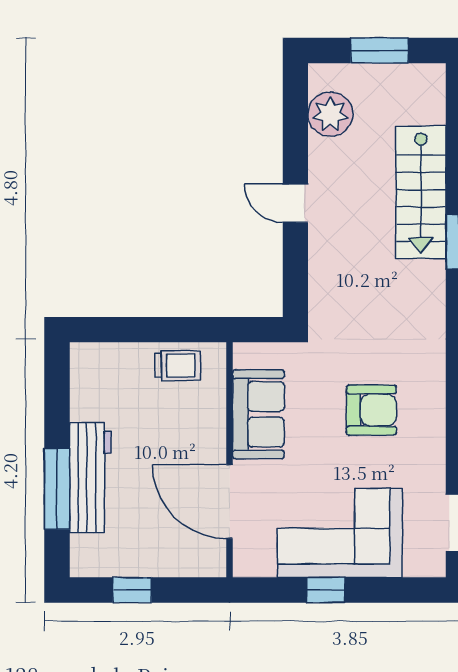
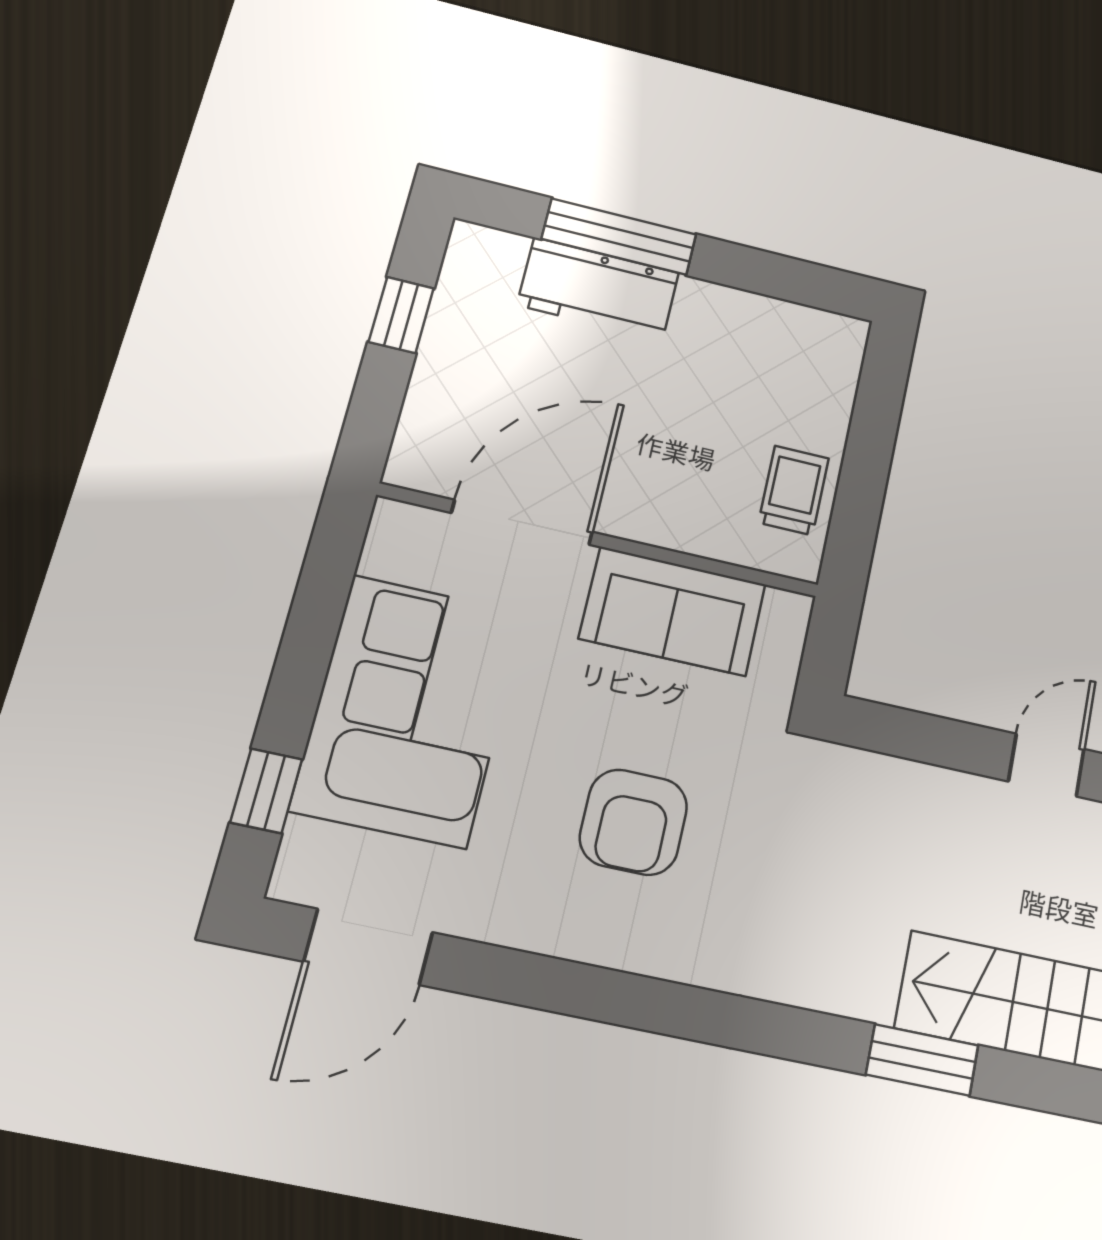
trolley: (178, 365) -> (794, 490), turned 180
workbench: (90, 478) -> (598, 289), width x0.73
window: (326, 590) -> (266, 791), moved

